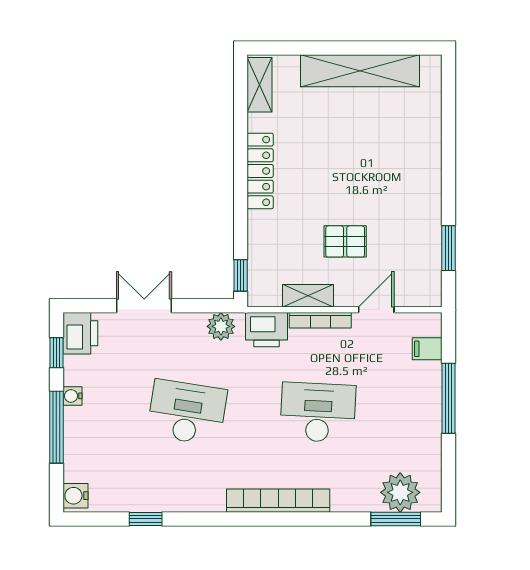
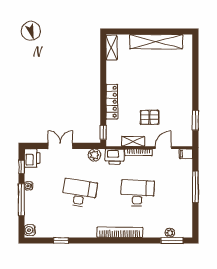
locker: (260, 171) -> (112, 102), moved
filing cabinet: (427, 349) -> (186, 154), moved
plant: (400, 492) -> (170, 233), width x0.53, depth x0.53

